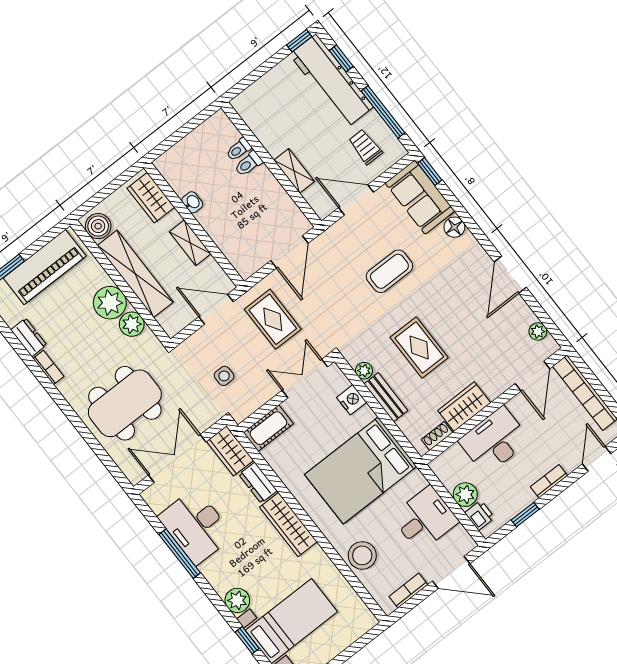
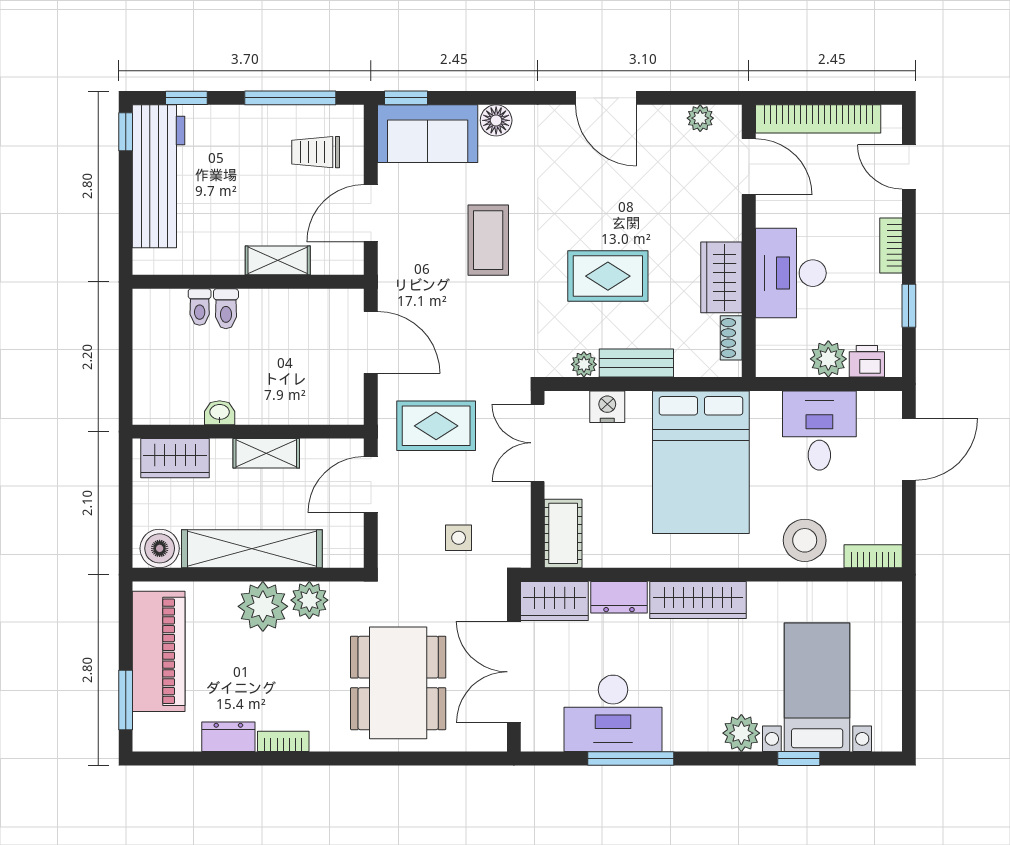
workbench: (331, 81) -> (159, 176), moved, turned -90
bookcase: (408, 591) -> (873, 556), moved, turned 90

